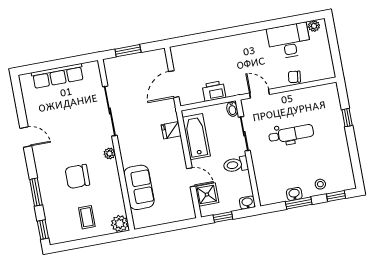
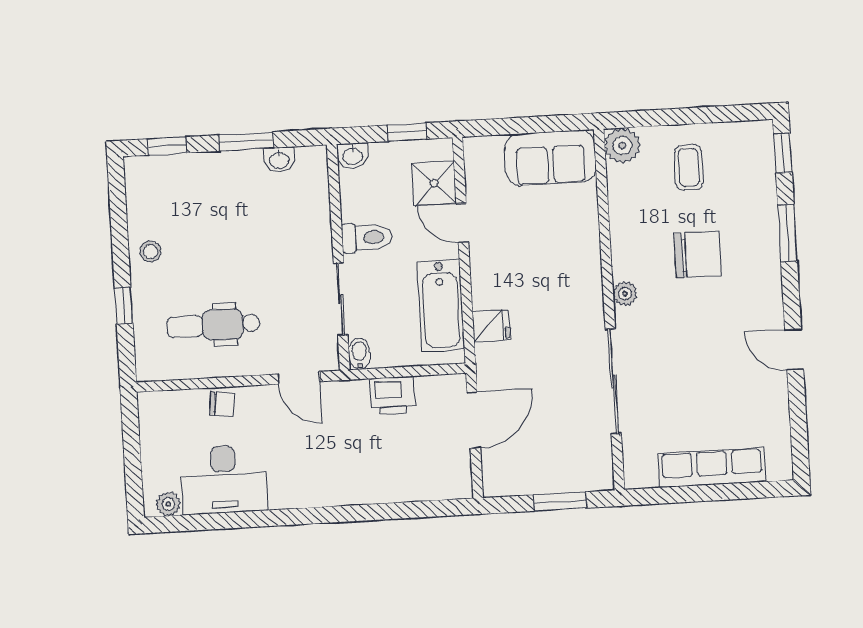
dental chair: (291, 134) -> (213, 325), moved
stool: (320, 184) -> (150, 252), moved
sofa: (139, 187) -> (550, 158), moved, turned -90
washbasin: (294, 194) -> (279, 160), moved

